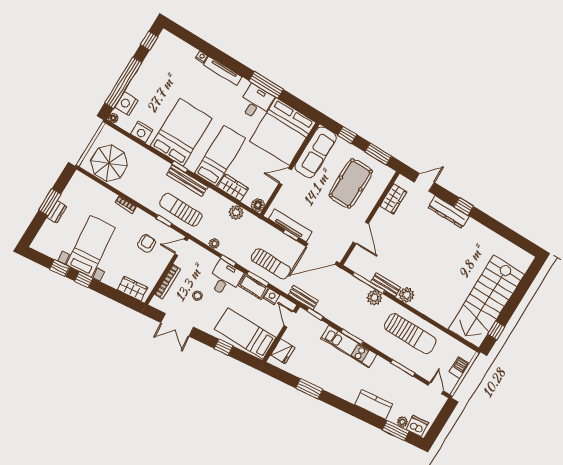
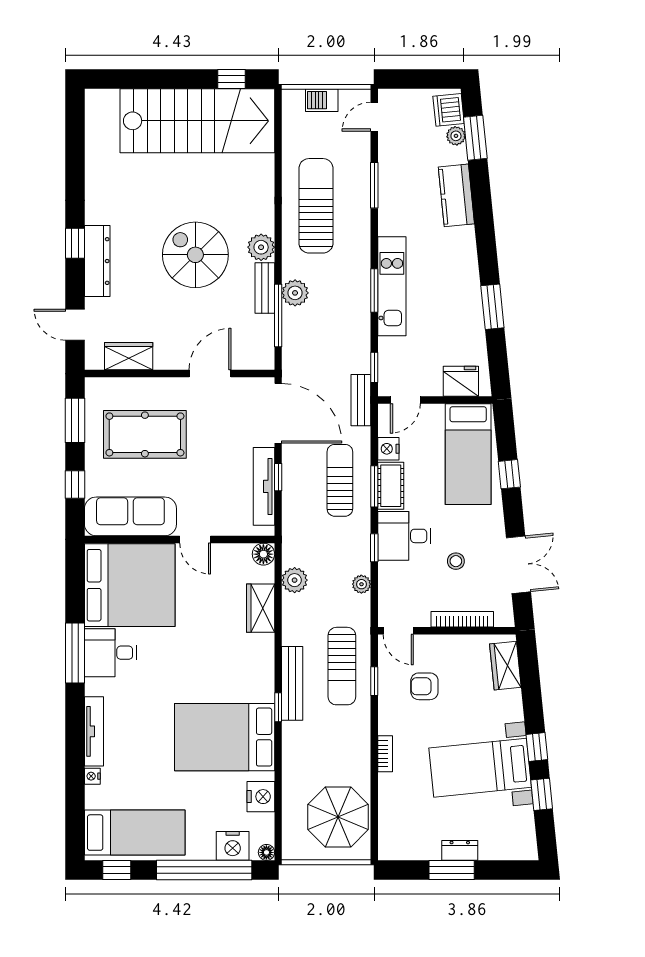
bed: (220, 156) -> (135, 833), moved, turned 180
spiral stairs: (422, 261) -> (195, 255), added

